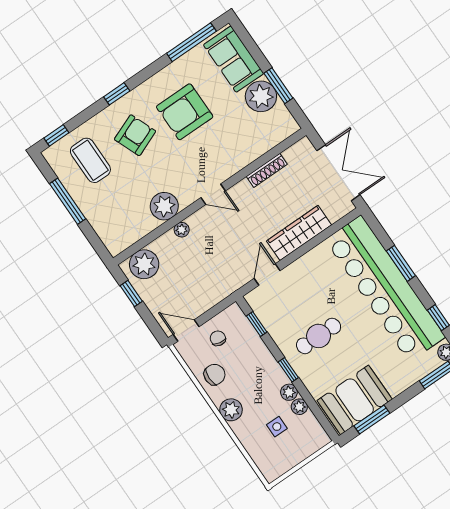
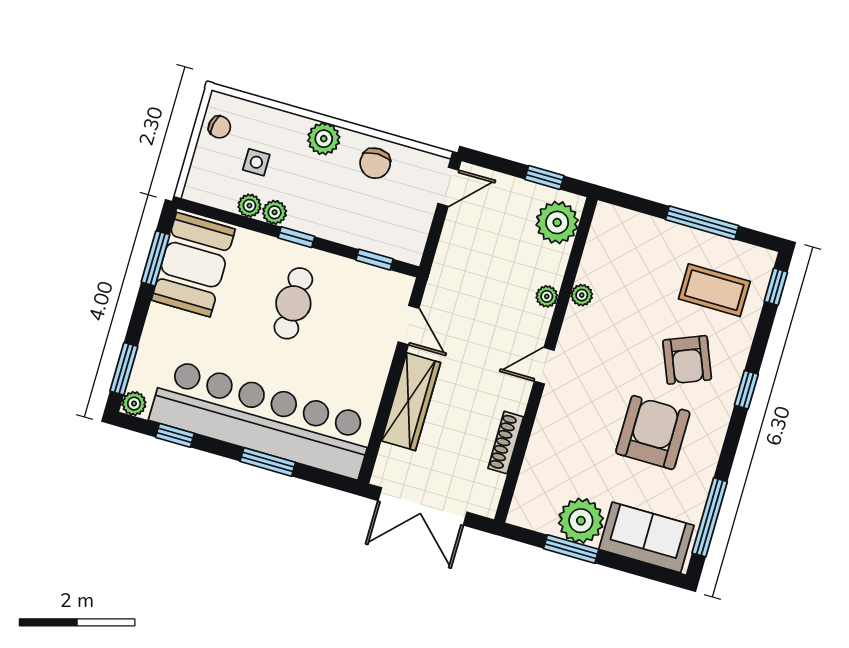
plant: (164, 206) -> (582, 295), width x0.53, depth x0.53
chair: (218, 338) -> (219, 127), moved

